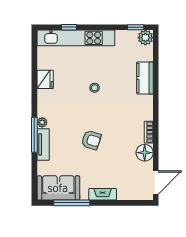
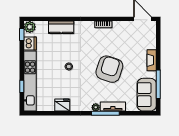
dishwasher: (124, 38) -> (30, 43), added
armchair: (91, 140) -> (109, 69), width x1.88, depth x1.88
floor lamp: (145, 153) -> (119, 28), removed

